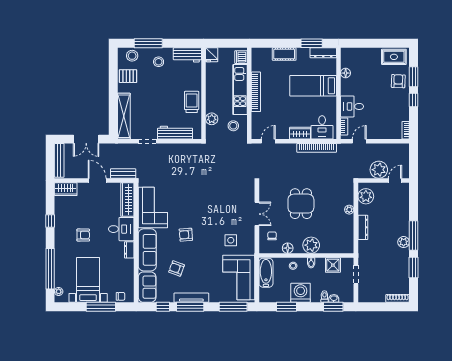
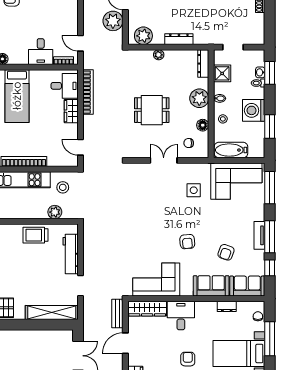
dresser: (342, 249) -> (203, 64), added
dresser: (129, 250) -> (227, 306), moved
sofa: (147, 250) -> (211, 286), width x0.73
tv unit: (191, 298) -> (259, 235), width x0.71

